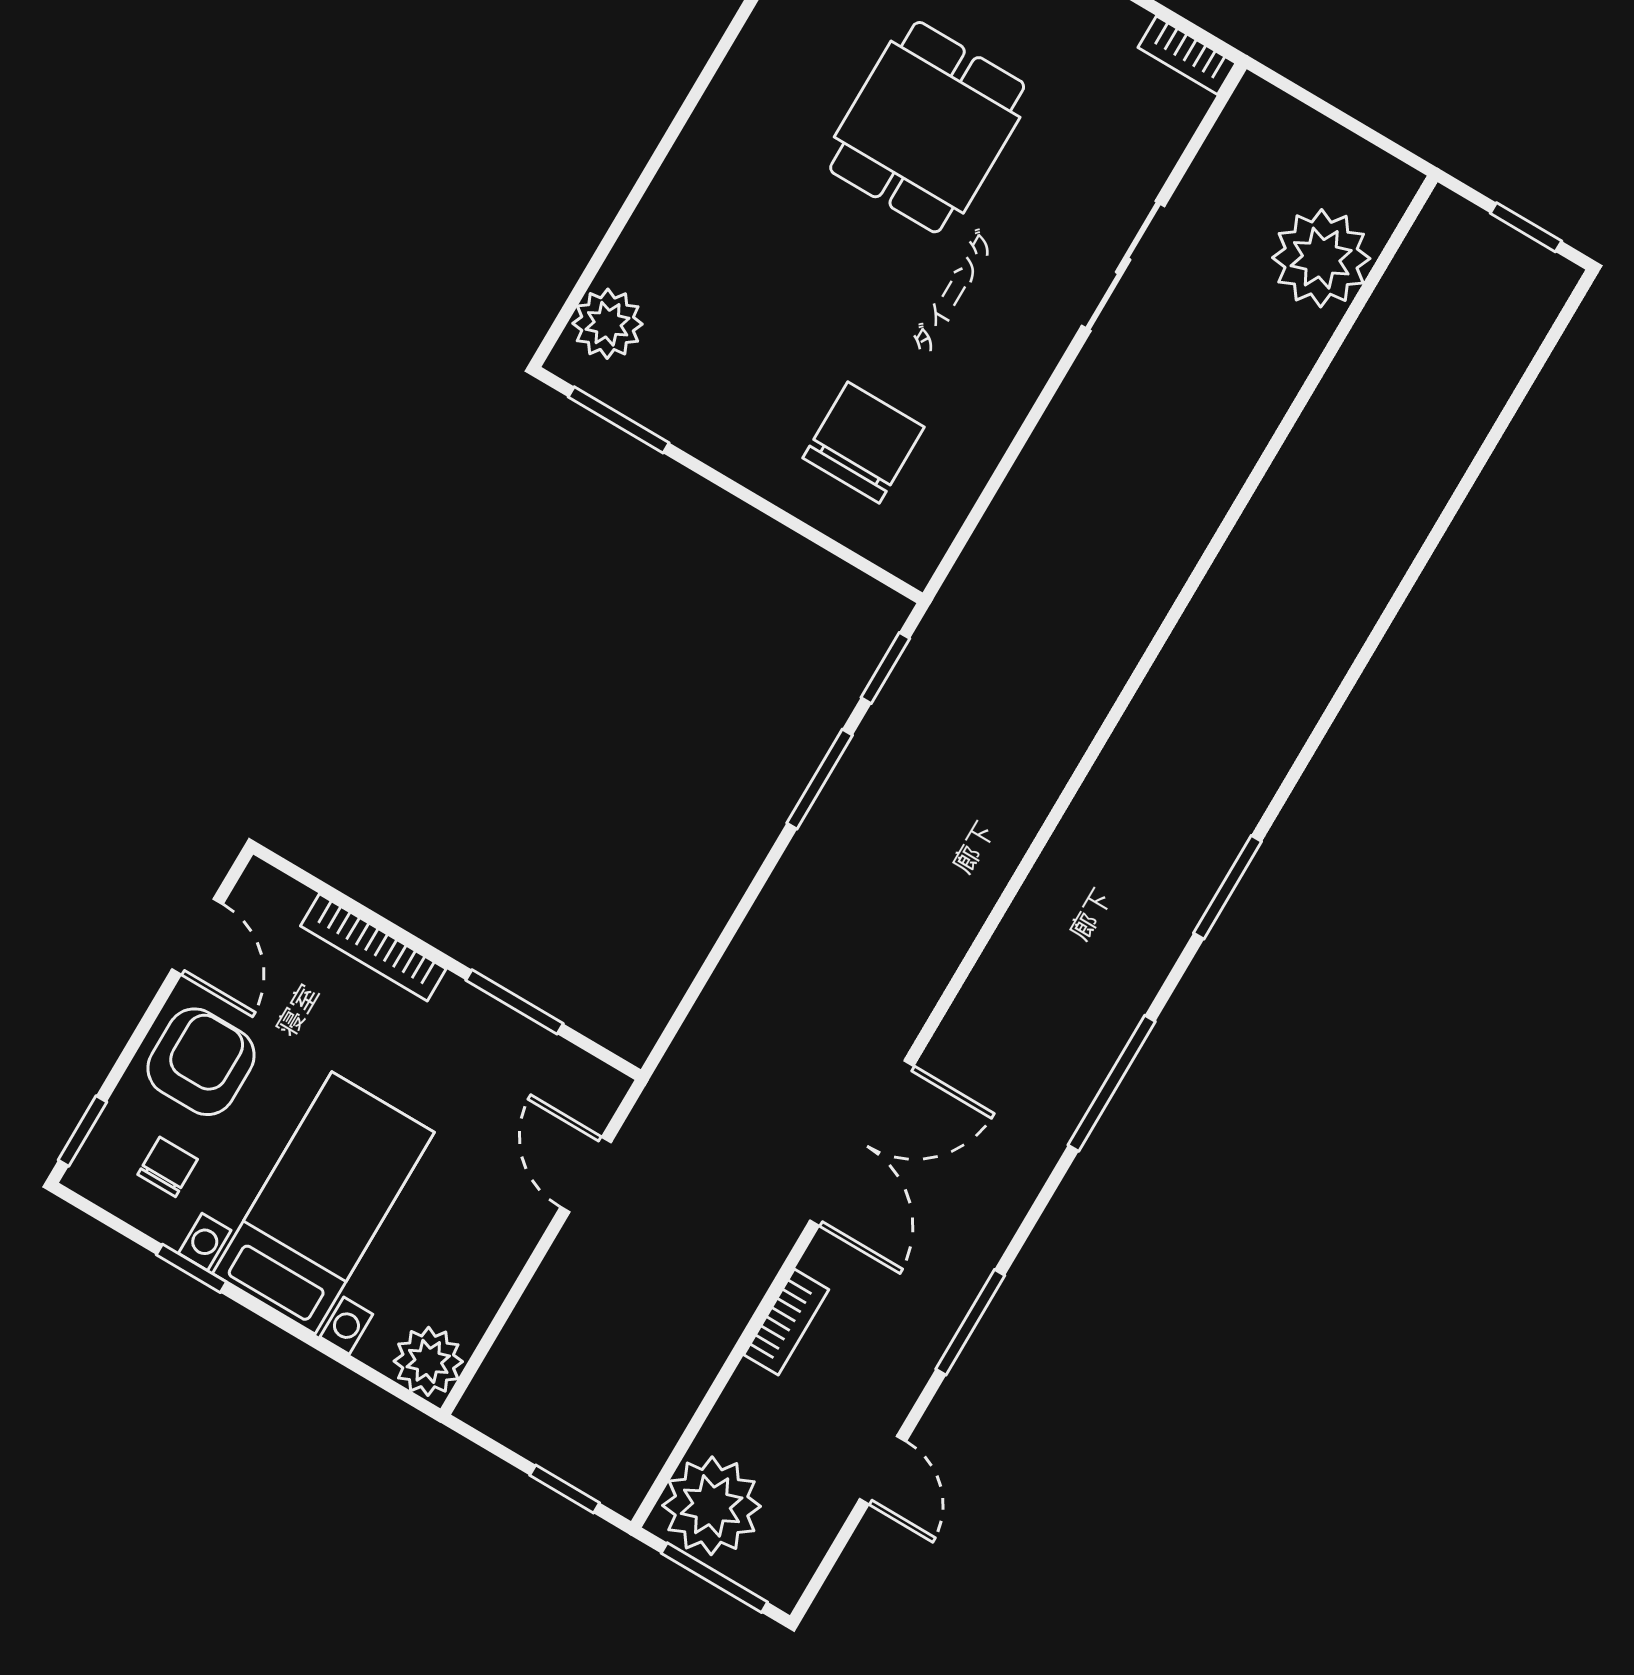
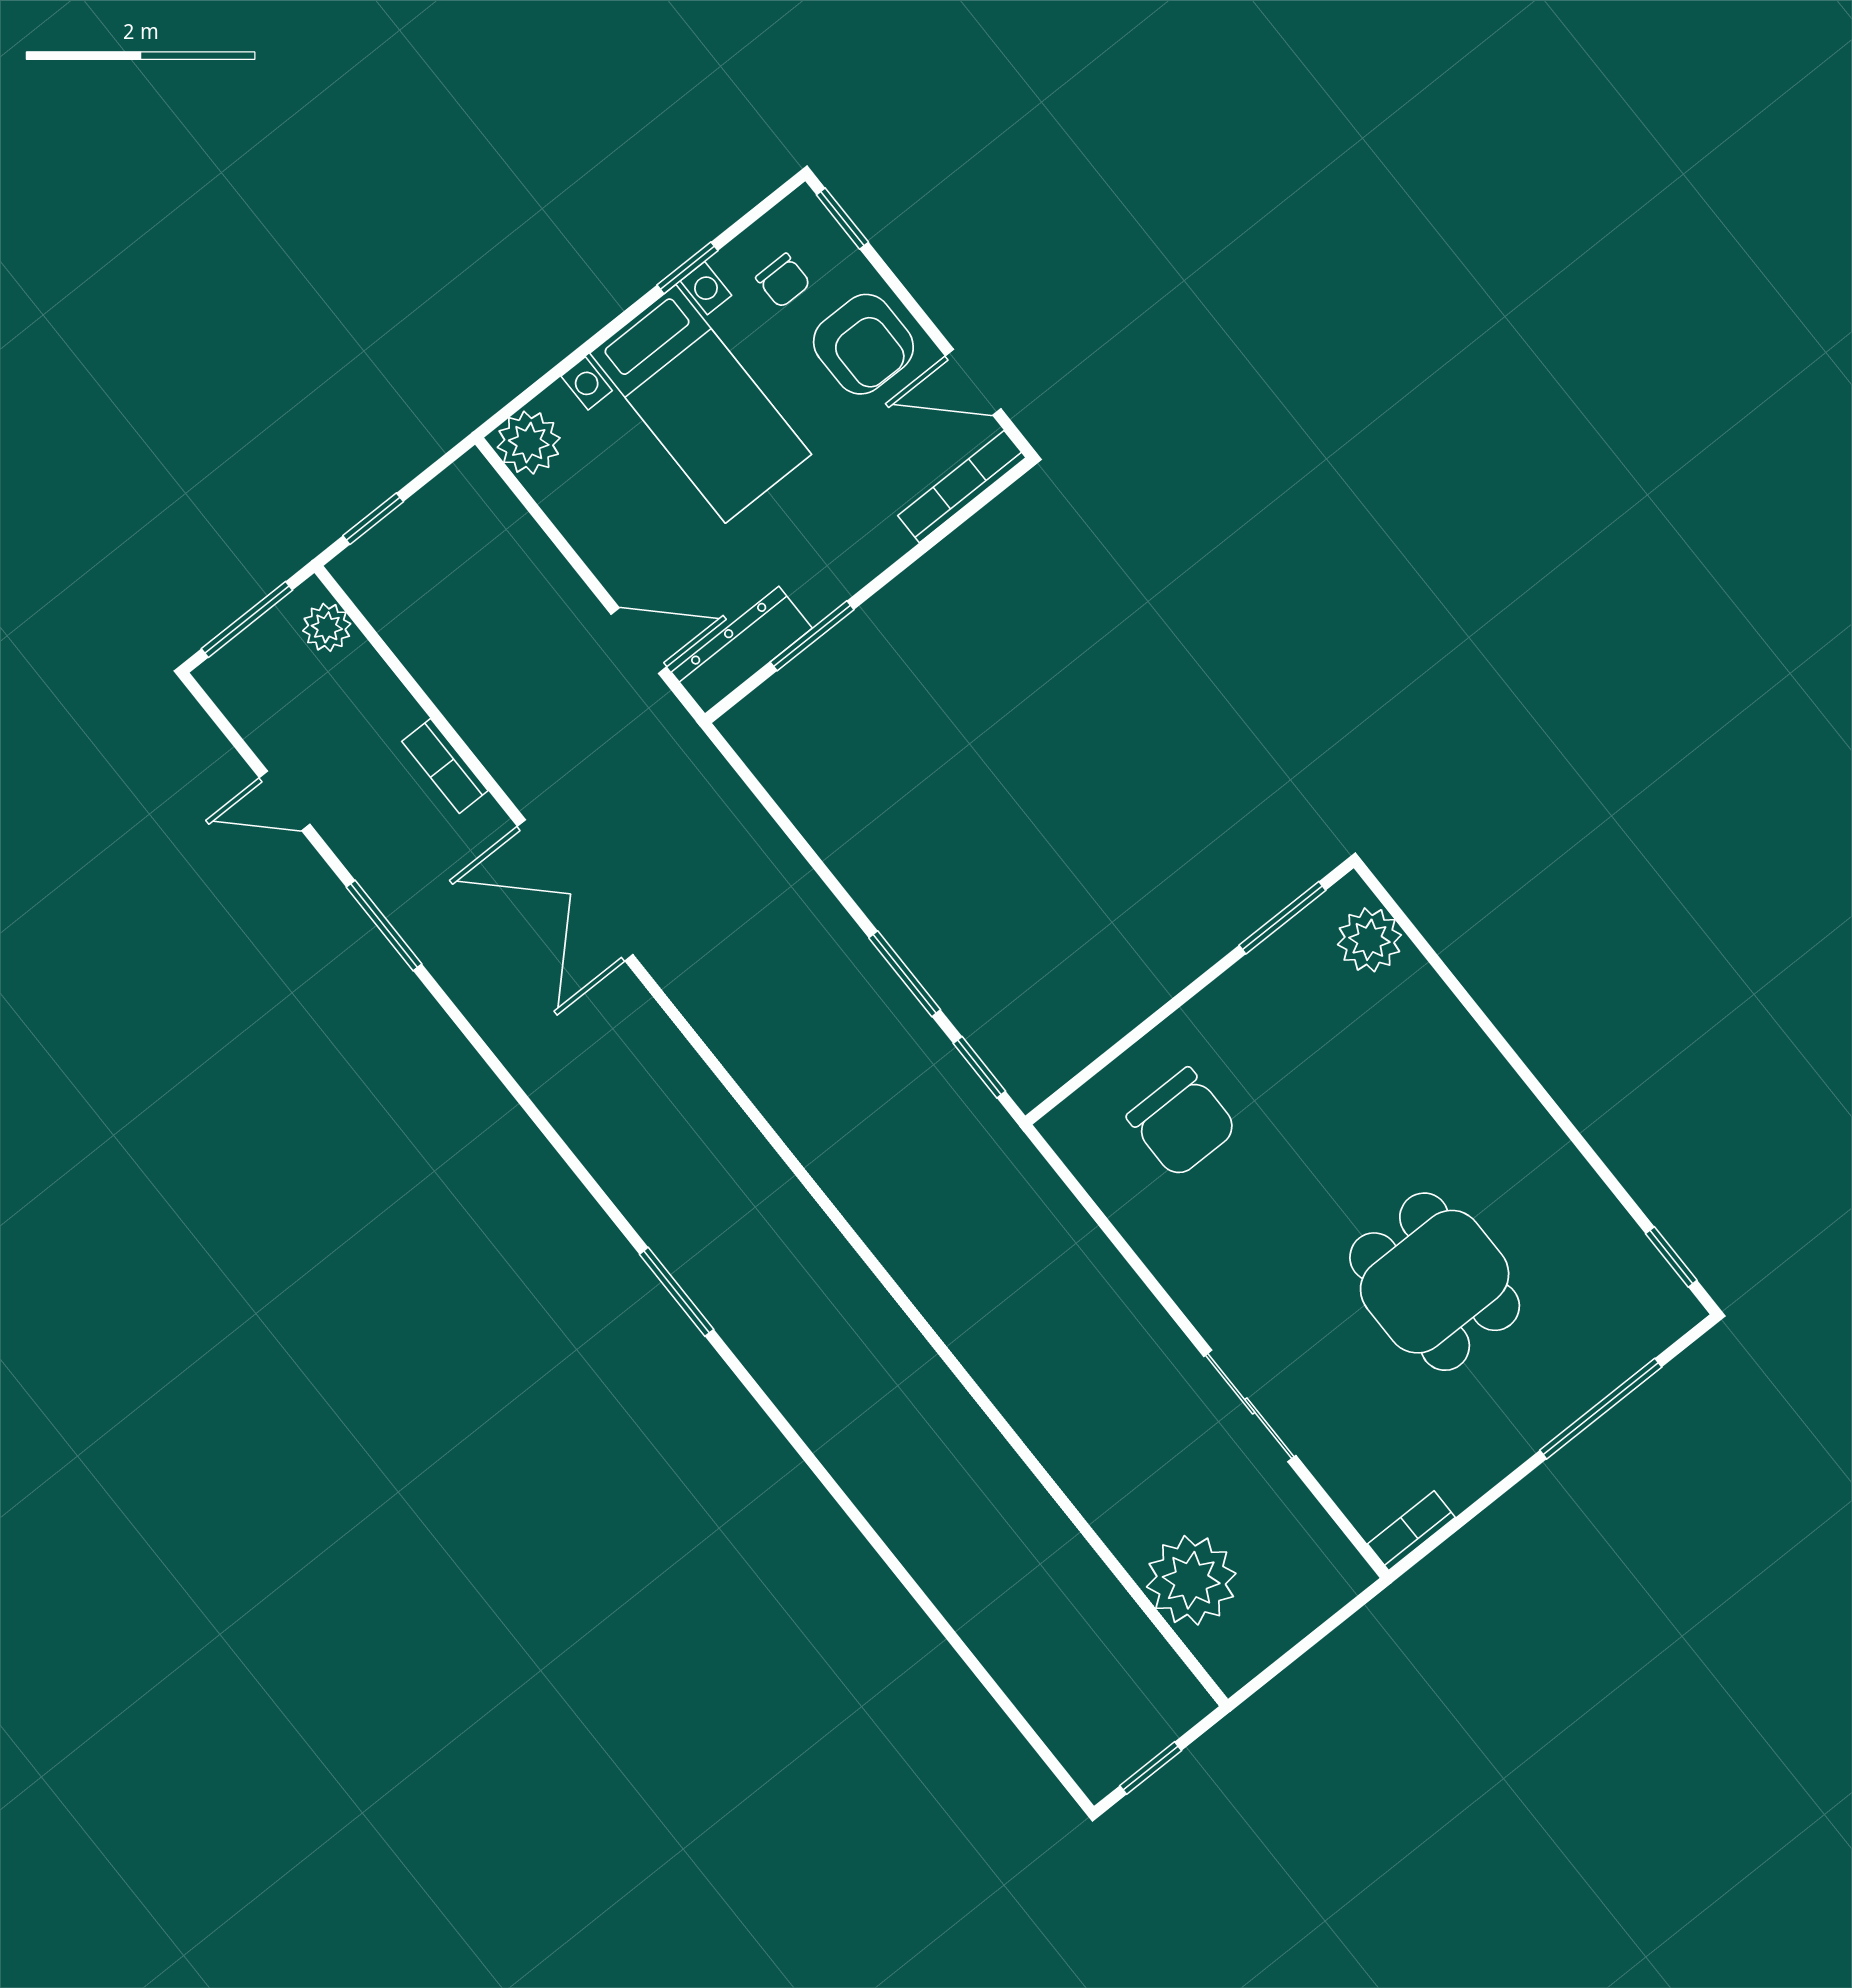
bookcase: (373, 947) -> (962, 487), moved
dresser: (556, 1067) -> (742, 650), added
window: (1112, 1083) -> (545, 1127), removed
plant: (712, 1506) -> (327, 627), width x0.53, depth x0.53

